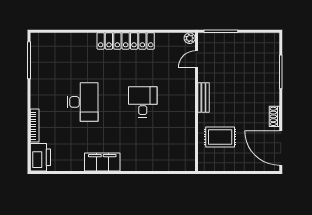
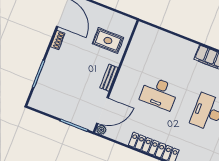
door: (196, 59) -> (103, 111), width x1.88
desk: (143, 102) -> (159, 93), width x1.37

